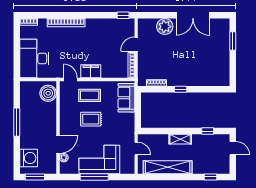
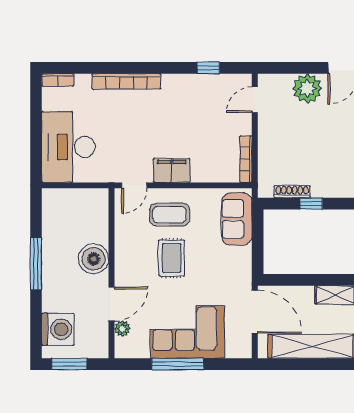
window: (123, 15) -> (208, 68), moved
door: (136, 44) -> (255, 100), moved
door: (70, 79) -> (134, 185), swing flipped
window: (181, 89) -> (311, 204), moved
boiler: (48, 93) -> (94, 259), moved
rug: (91, 119) -> (172, 258), turned 90
door: (136, 148) -> (255, 312), width x1.87

